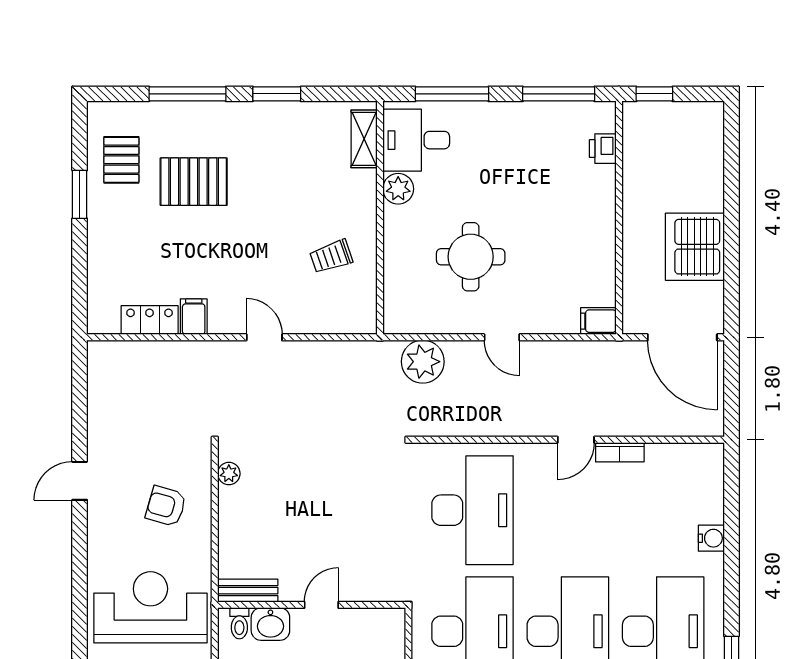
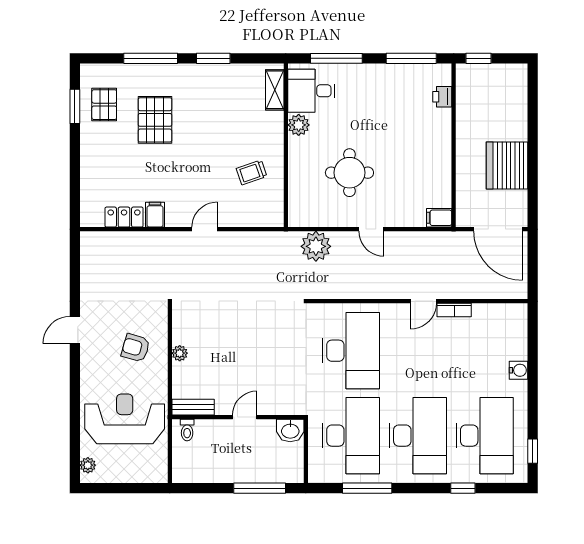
pallet: (194, 182) -> (155, 120), turned 90
window: (80, 194) -> (75, 106), moved
door: (264, 337) -> (205, 229), hinge flipped
plant: (229, 474) -> (180, 353), moved
washbasin: (270, 624) -> (290, 431), moved

